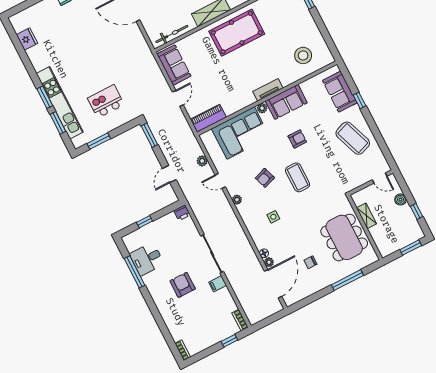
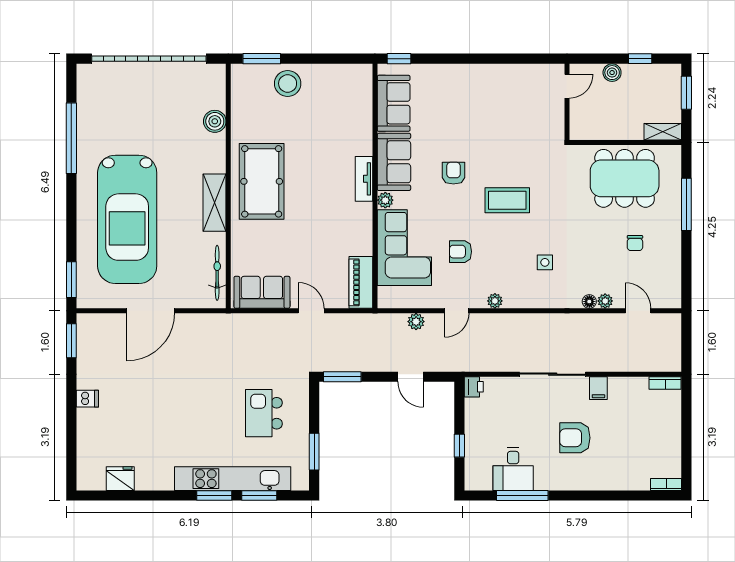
stool: (303, 55) -> (288, 83), moved
sofa: (340, 92) -> (394, 103), moved, turned -90
window: (359, 100) -> (399, 59), moved
coffee table: (353, 138) -> (492, 95), removed
armchair: (265, 178) -> (460, 252), moved, turned 109
shelving: (366, 216) -> (663, 132), moved
door: (273, 284) -> (638, 311), width x0.53
window: (229, 341) -> (686, 413), removed

